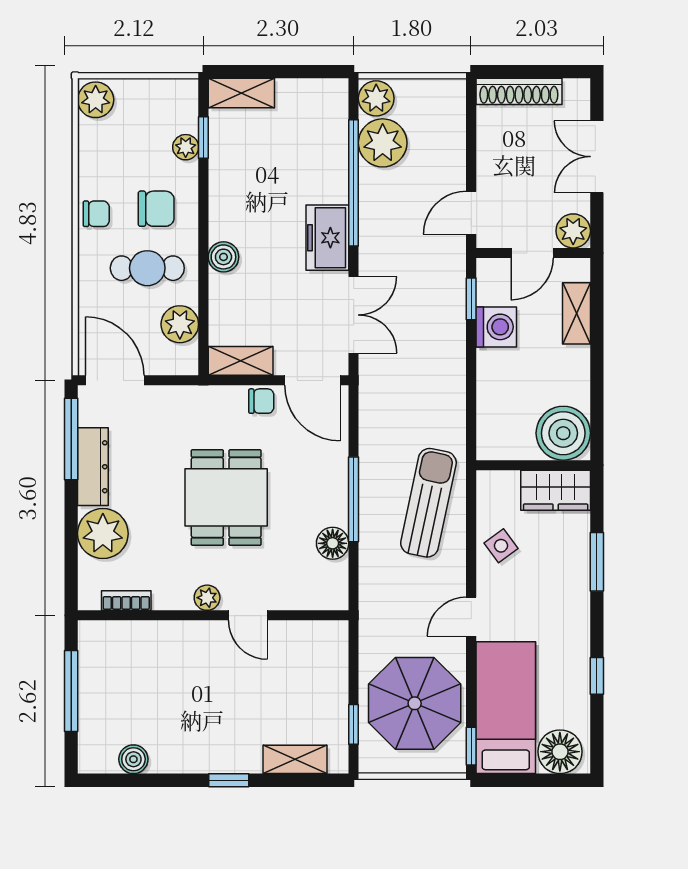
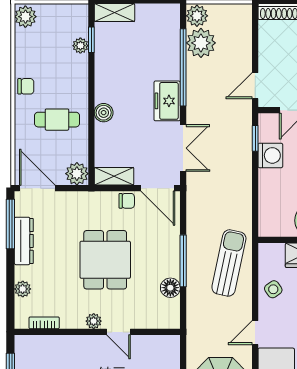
chair: (156, 209) -> (62, 83), removed
plant: (180, 324) -> (77, 174), moved
plant: (103, 534) -> (23, 289), width x0.53, depth x0.53

